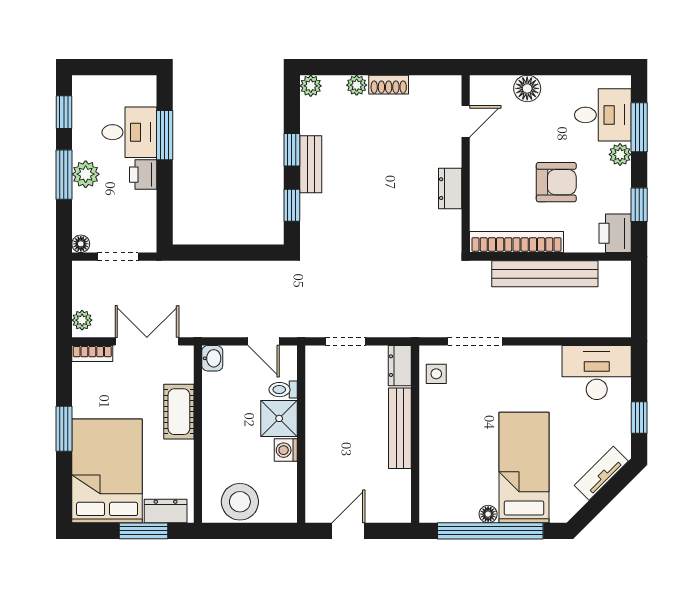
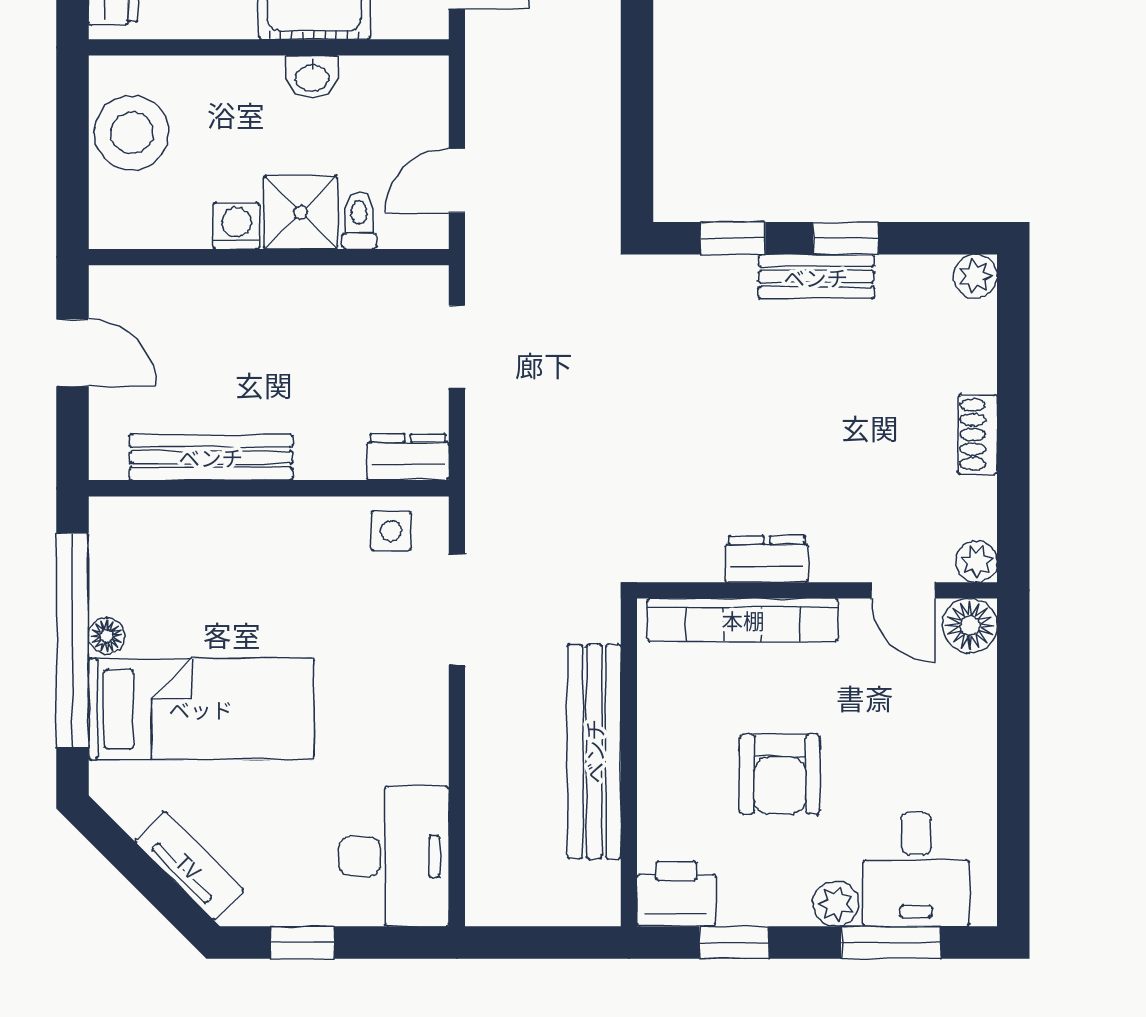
plant: (357, 85) -> (976, 562), moved
floor lamp: (527, 88) -> (970, 626), moved
bookcase: (516, 242) -> (743, 620), moved, turned 90
washbasin: (212, 358) -> (312, 77), moved
bench: (400, 428) -> (211, 457), moved

